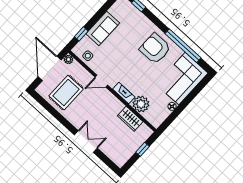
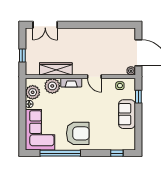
door: (101, 81) -> (94, 77), swing flipped
rug: (66, 93) -> (112, 46), removed
plant: (161, 113) -> (33, 92), added
wardrobe: (130, 119) -> (56, 69), width x1.50
double door: (86, 142) -> (45, 25), moved

